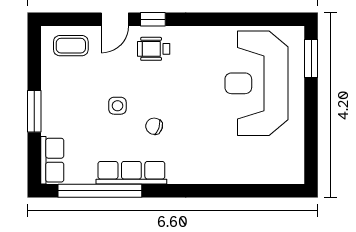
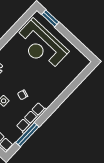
window: (100, 191) -> (27, 135), width x0.68

